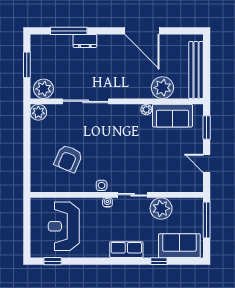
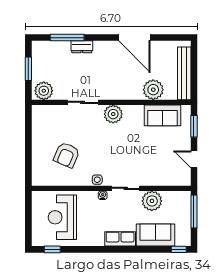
sliding door: (86, 101) -> (83, 102), width x0.73
plant: (146, 109) -> (113, 114), moved, width x1.88, depth x1.88
plant: (38, 112) -> (39, 112), removed
sofa: (179, 246) -> (155, 235), moved
window: (159, 261) -> (179, 249), moved

